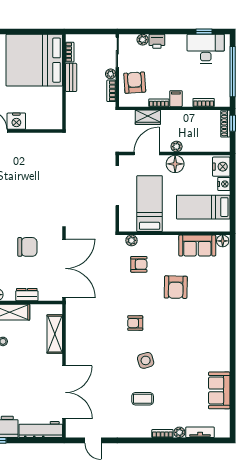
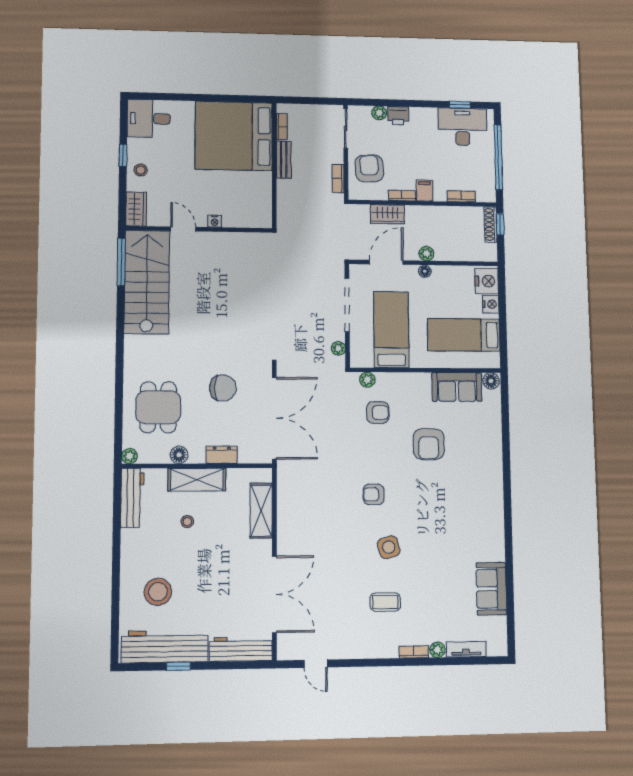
plant: (111, 74) -> (338, 348), moved
nightstand: (16, 121) -> (215, 221), width x0.53, depth x0.56
floor lamp: (175, 164) -> (425, 271), width x0.53, depth x0.53

